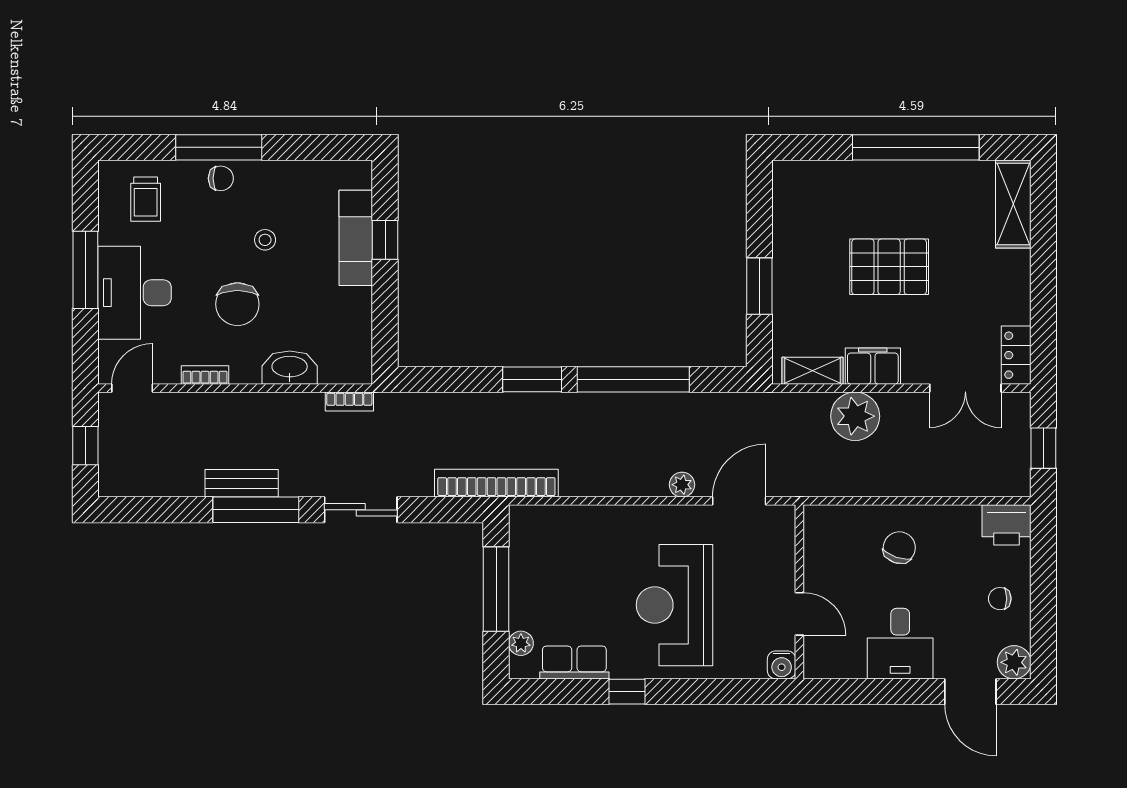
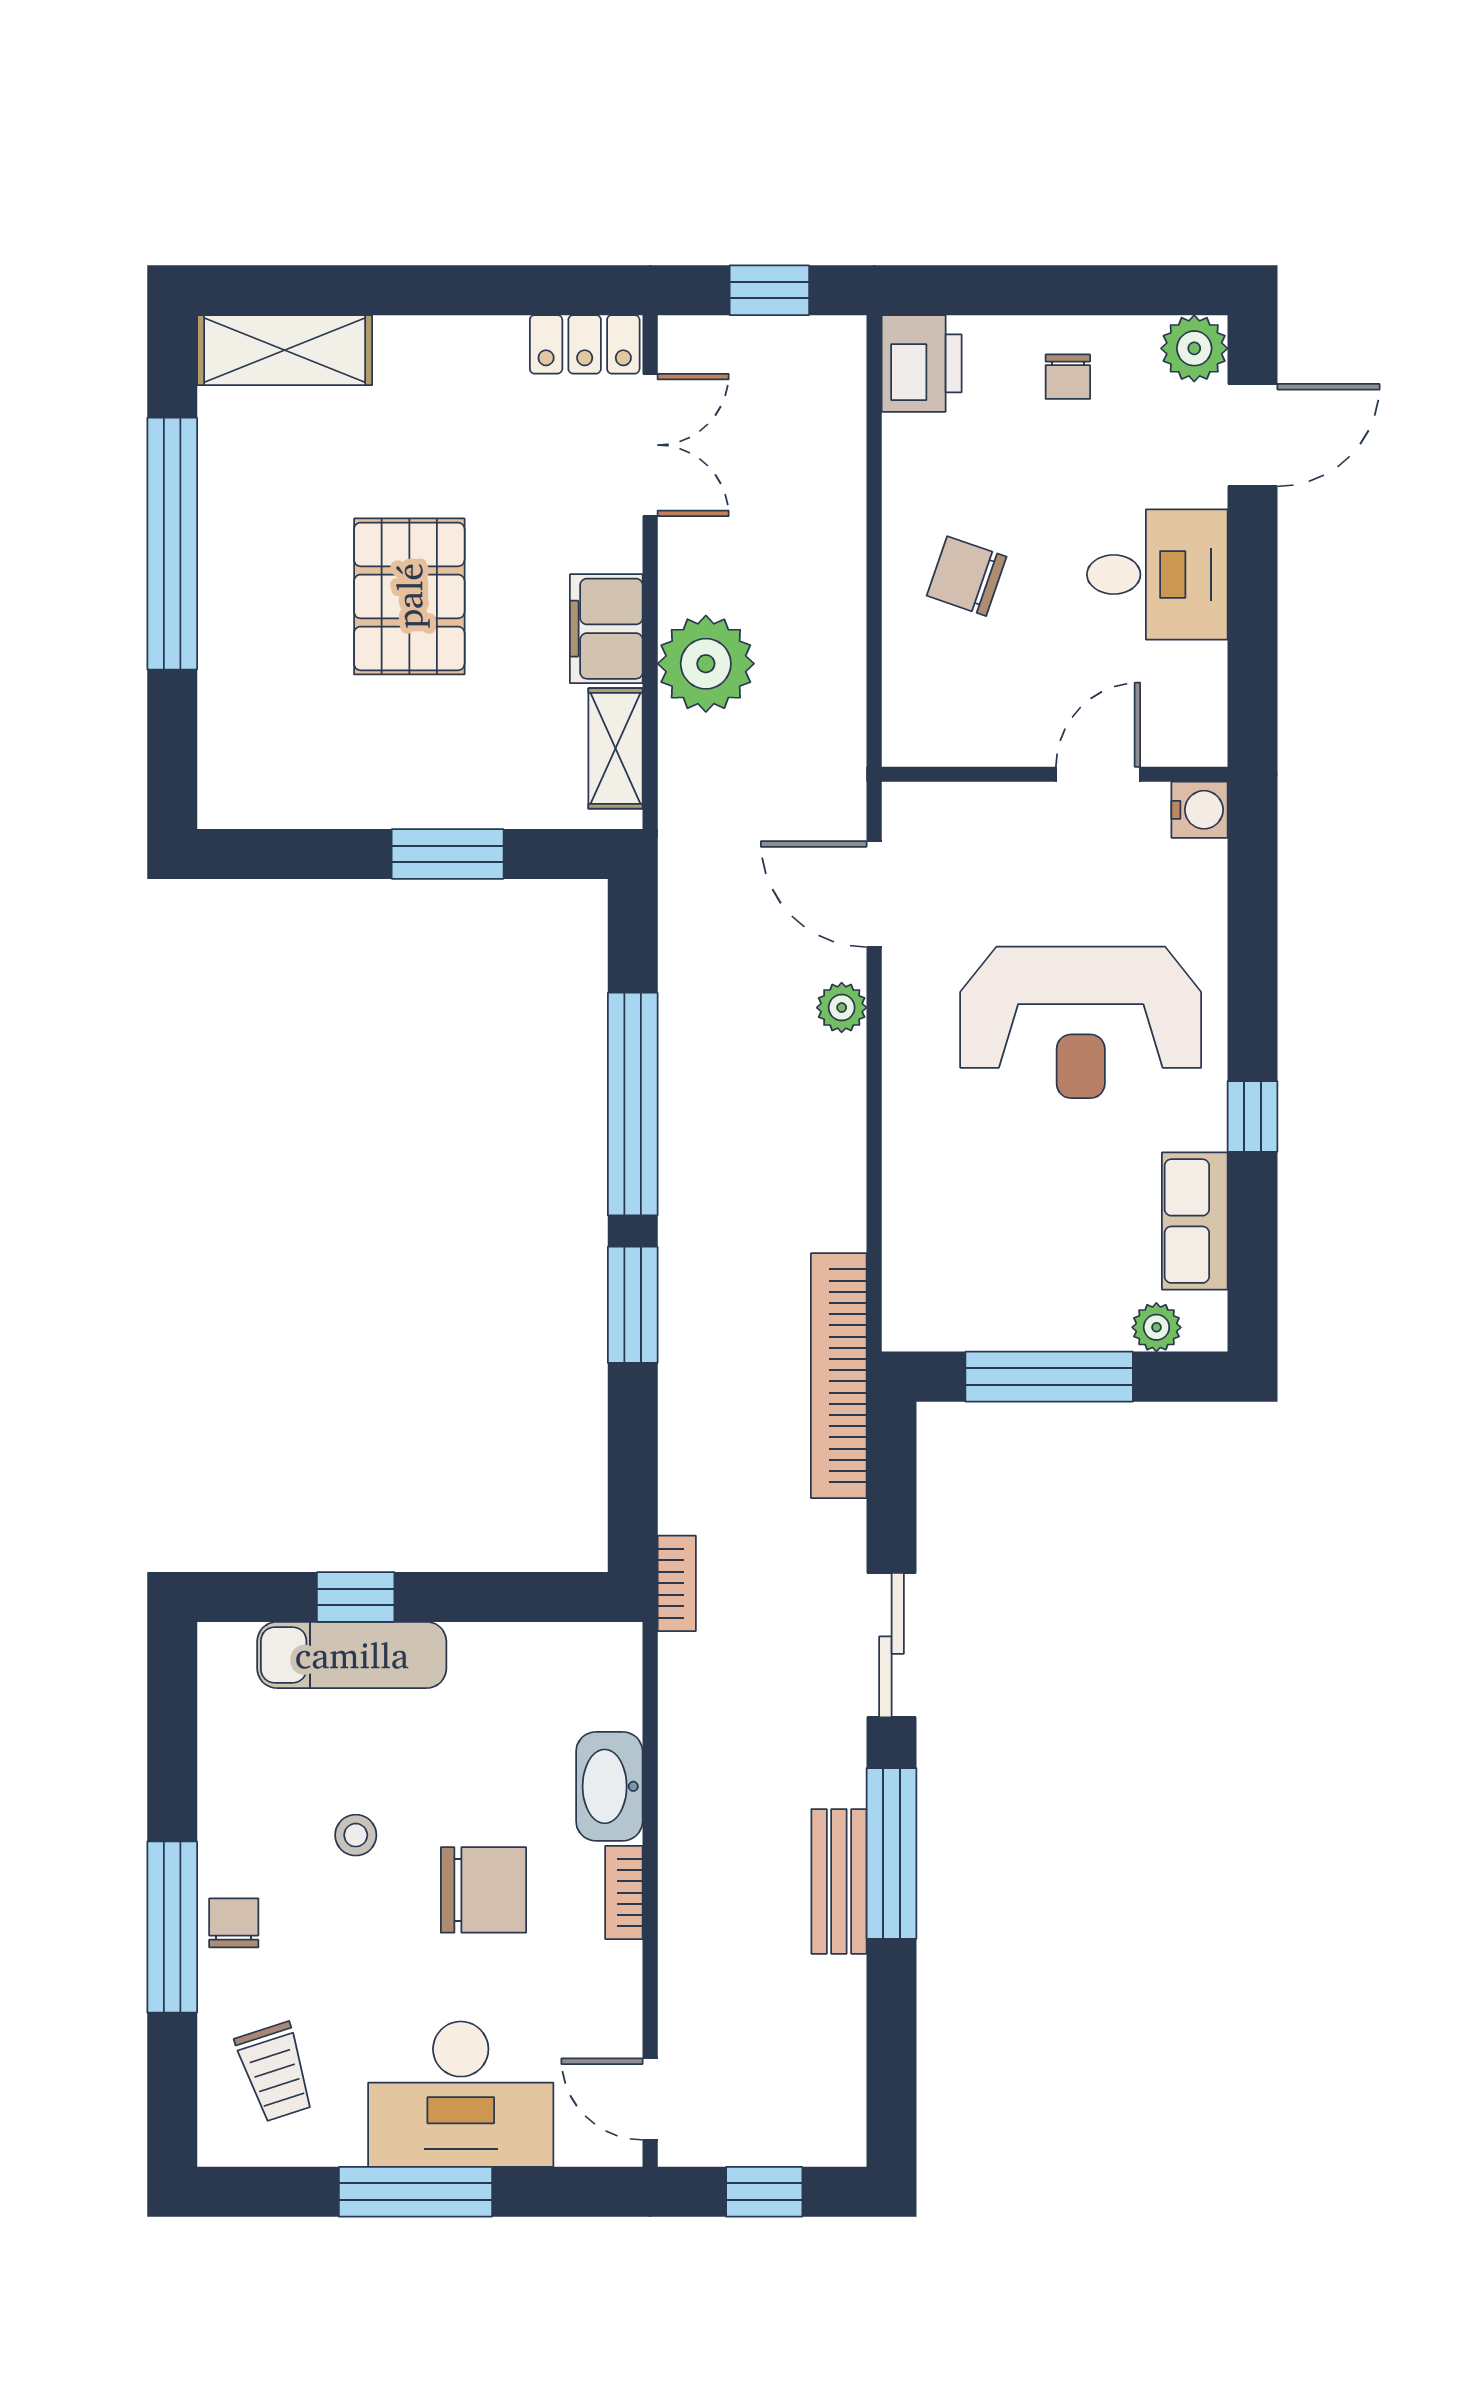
trolley: (146, 199) -> (275, 2072), turned 72
bookcase: (205, 375) -> (624, 1893), moved
bookcase: (349, 402) -> (677, 1583), moved

